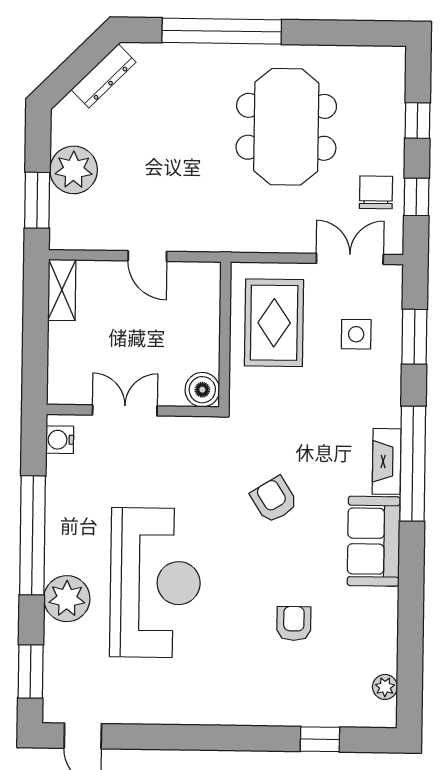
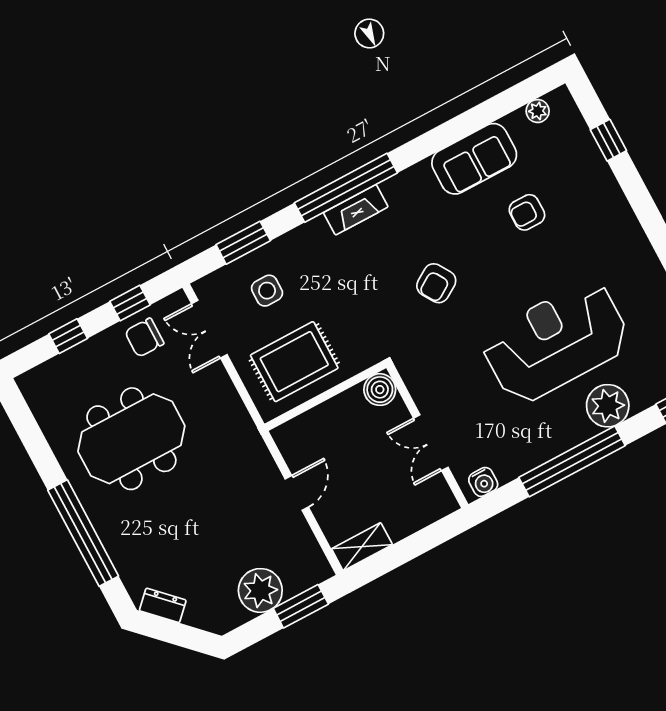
dresser: (103, 76) -> (163, 605), width x0.70
sofa: (374, 541) -> (474, 159), moved

